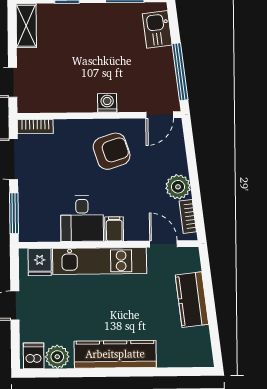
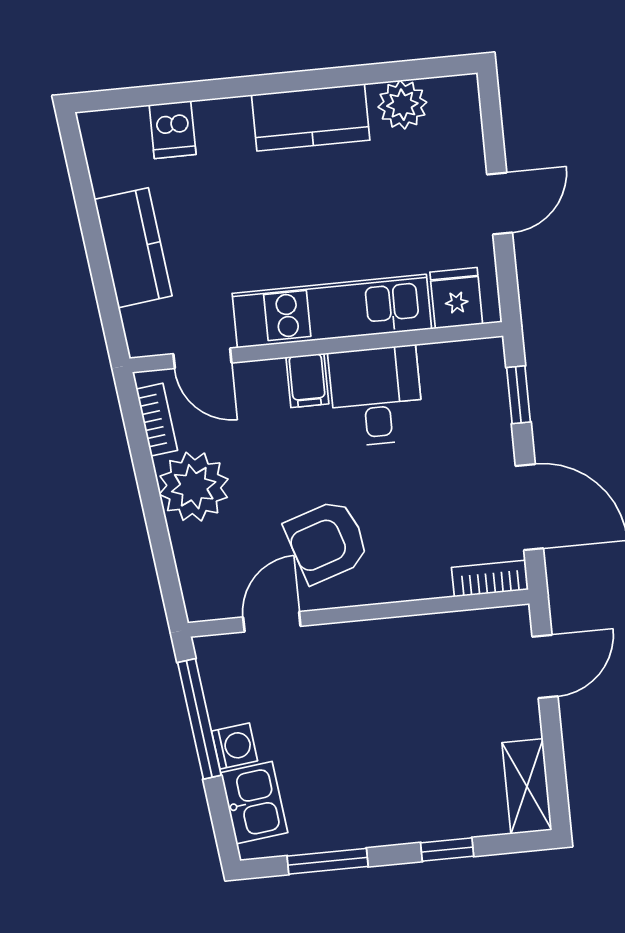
washing machine: (107, 103) -> (235, 746), moved, turned -97
door: (160, 115) -> (272, 622), moved
plant: (178, 187) -> (194, 487), width x1.36, depth x1.36
window: (14, 213) -> (518, 395), width x0.67
kitchen counter: (115, 354) -> (311, 117), width x0.67
dishwasher: (34, 356) -> (173, 130), moved

